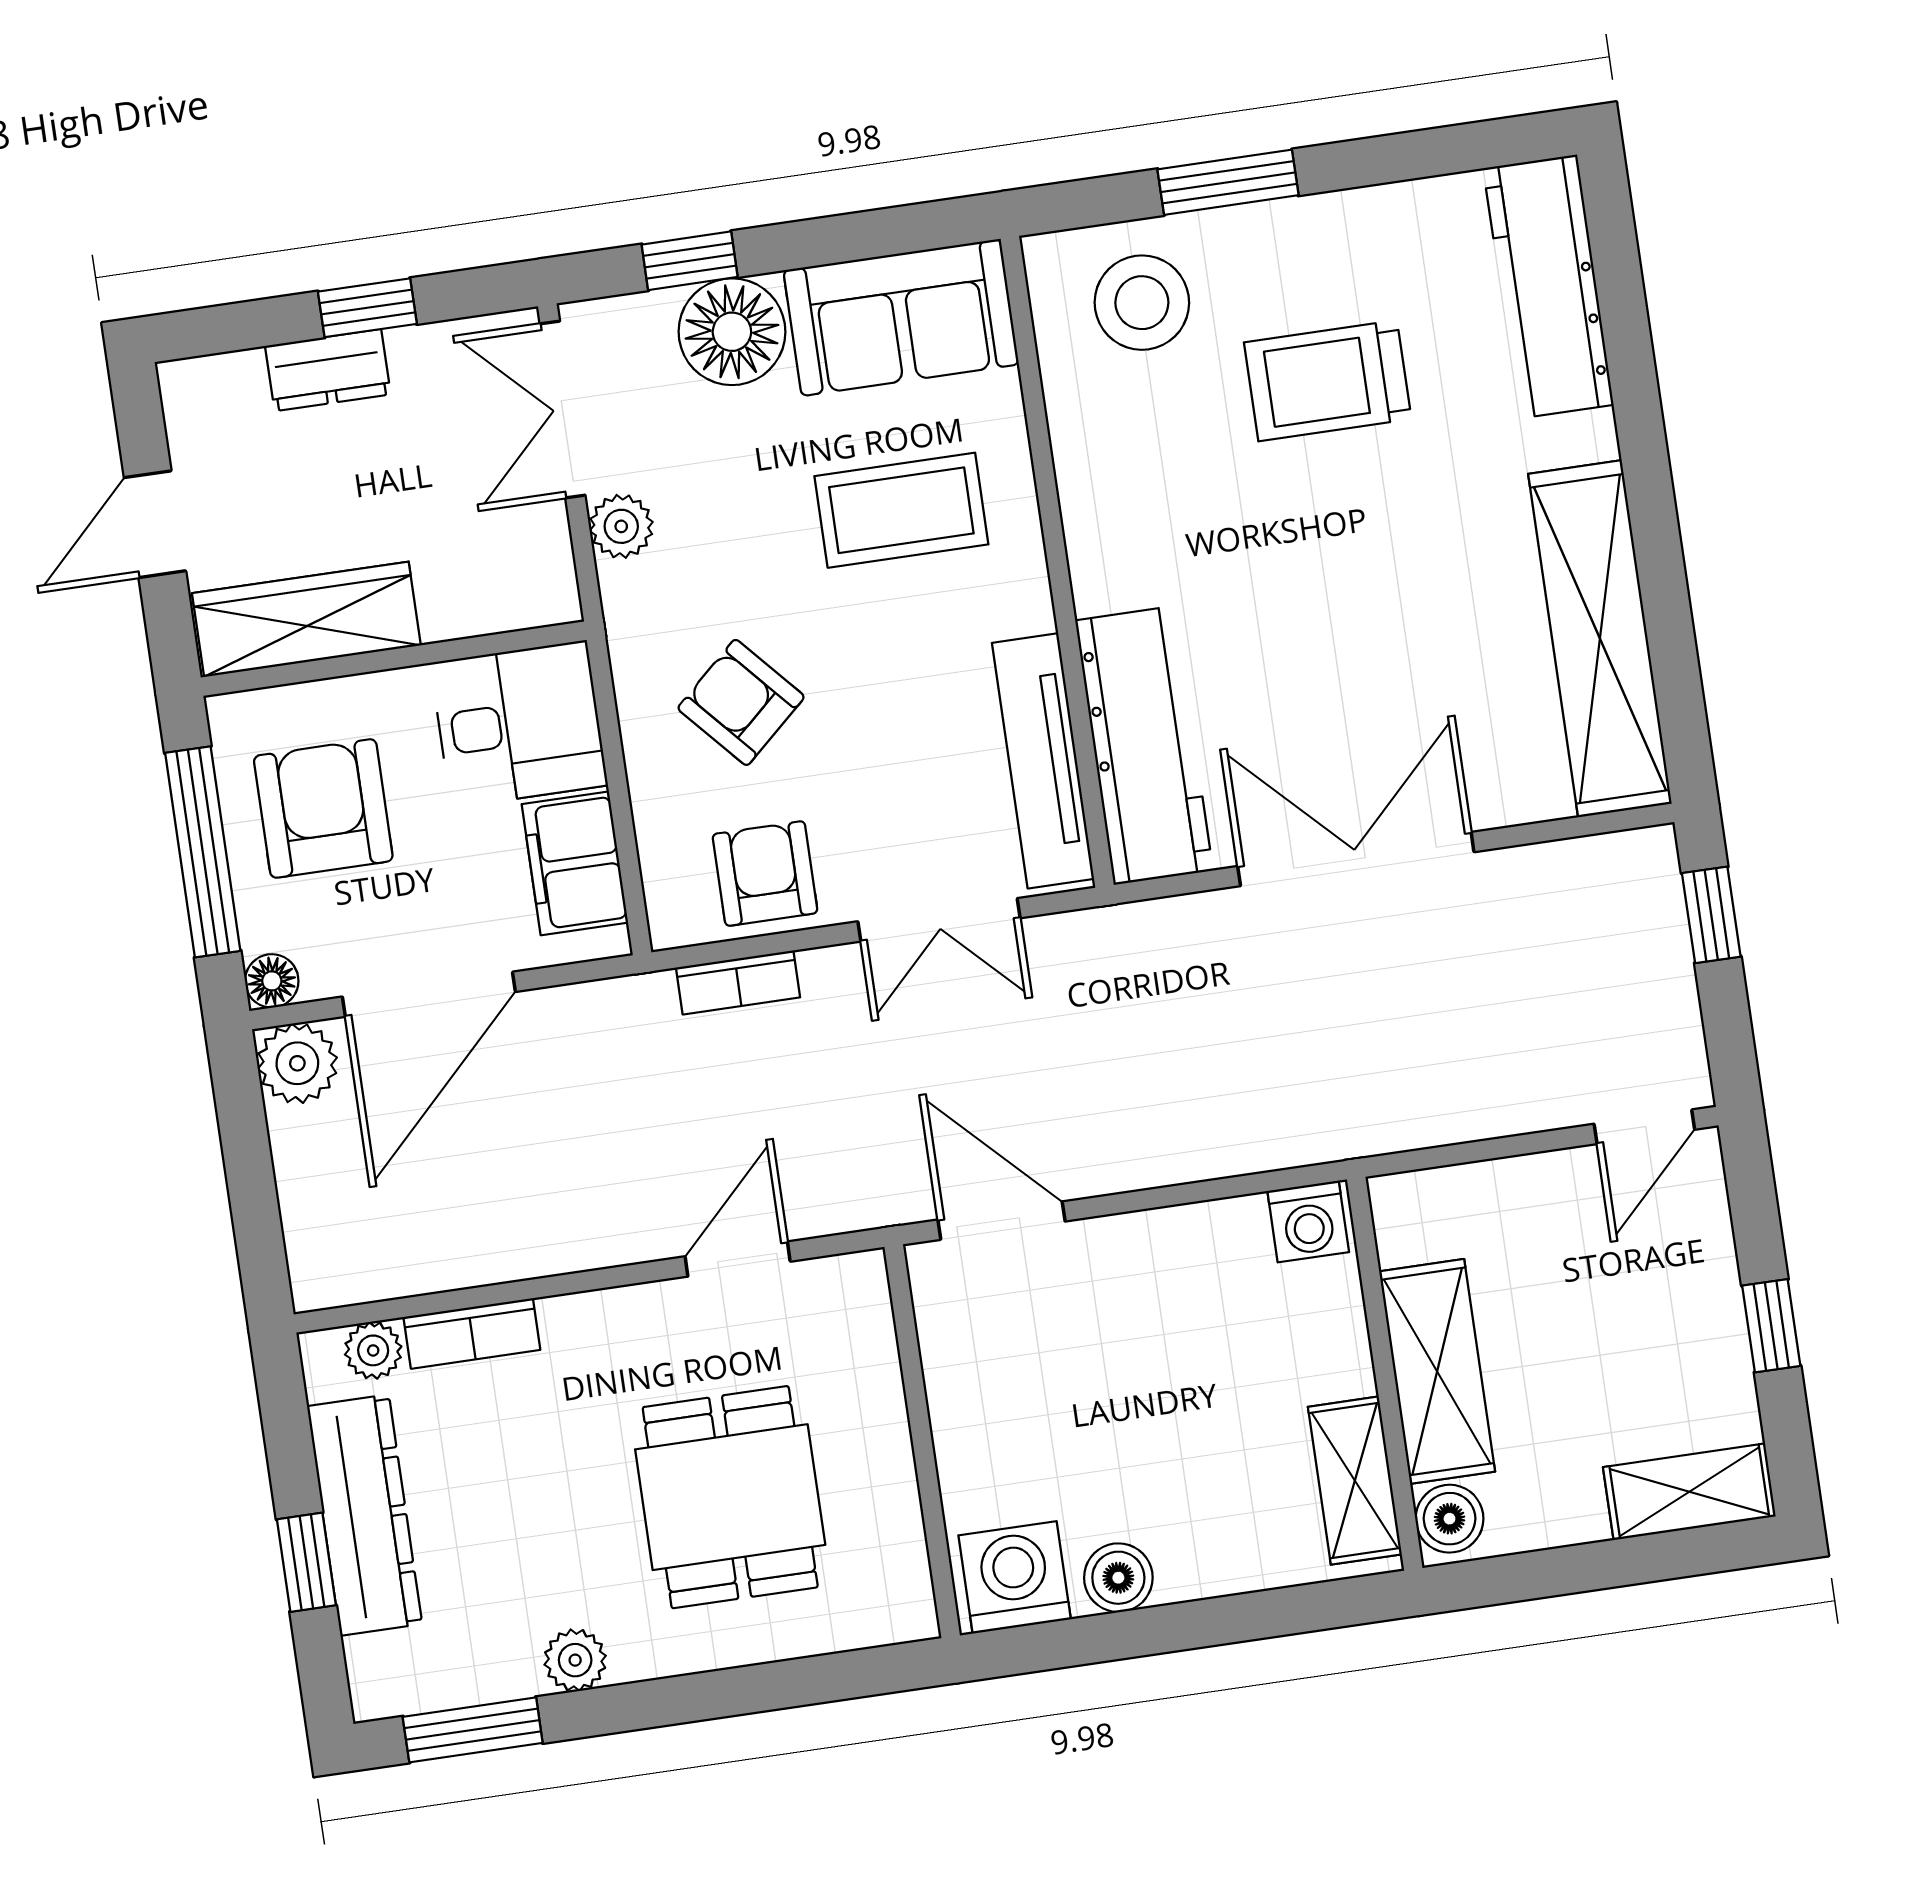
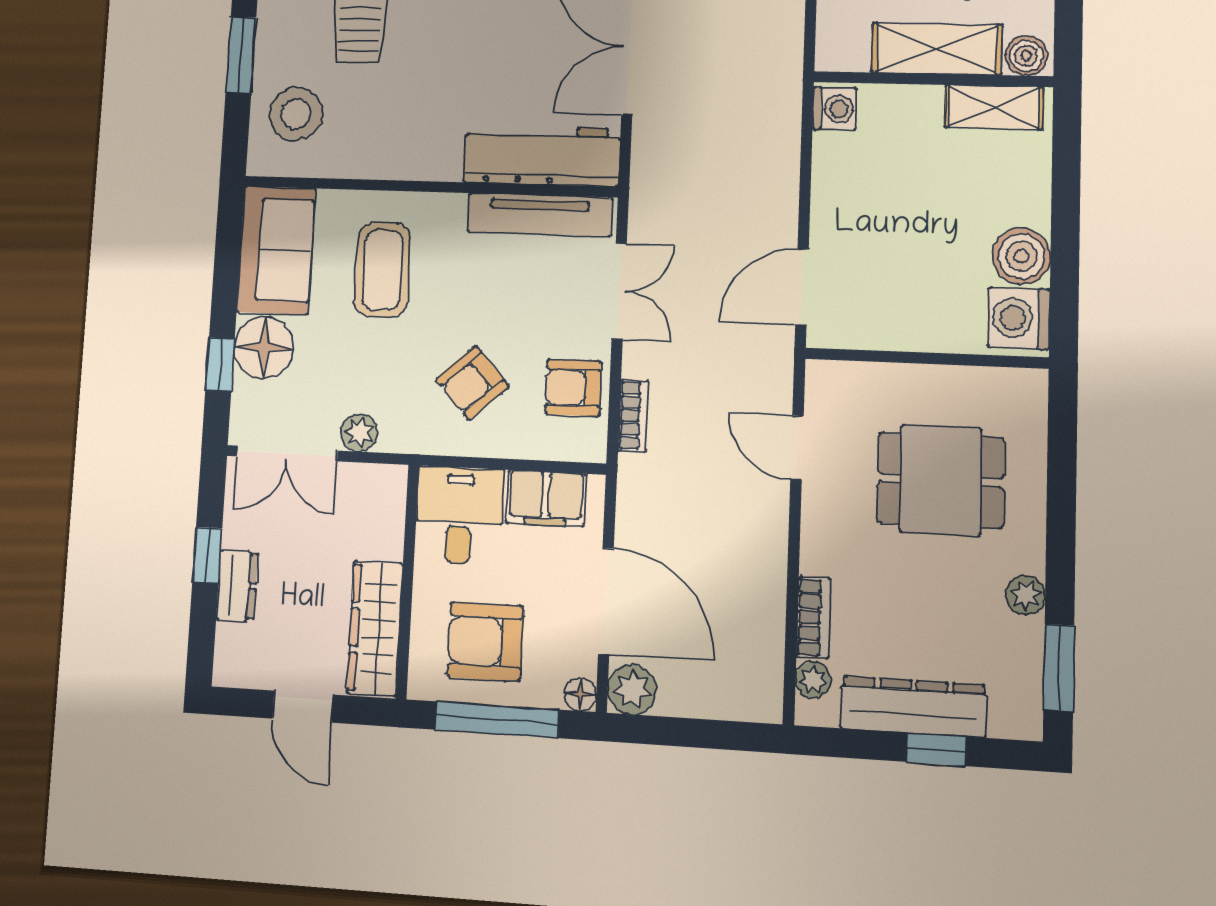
boiler: (1118, 1578) -> (1022, 256), width x1.36, depth x1.36

